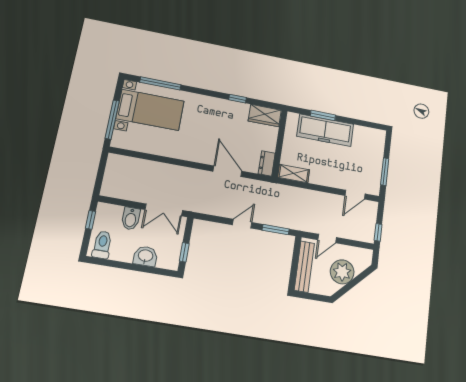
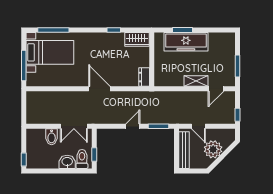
door: (227, 171) -> (99, 89), moved
shelving: (294, 174) -> (196, 81), moved
window: (91, 220) -> (24, 159), moved
door: (327, 239) -> (198, 126), hinge flipped
toilet: (102, 245) -> (82, 159), moved

